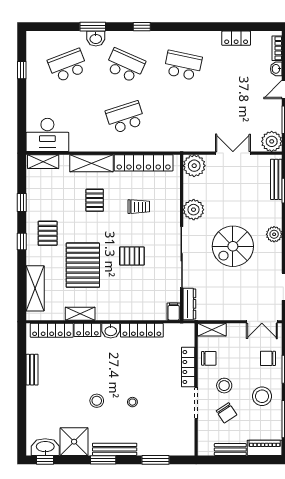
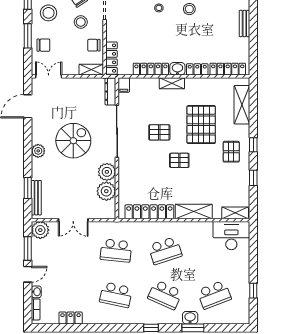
school desk: (183, 117) -> (116, 251), added
plant: (194, 166) -> (106, 191), moved
pallet: (95, 200) -> (179, 160), moved, turned 90
trolley: (139, 207) -> (154, 174), removed
shelving: (80, 314) -> (172, 83), moved
locker: (188, 367) -> (111, 58), moved
bench: (32, 370) -> (244, 23), moved

